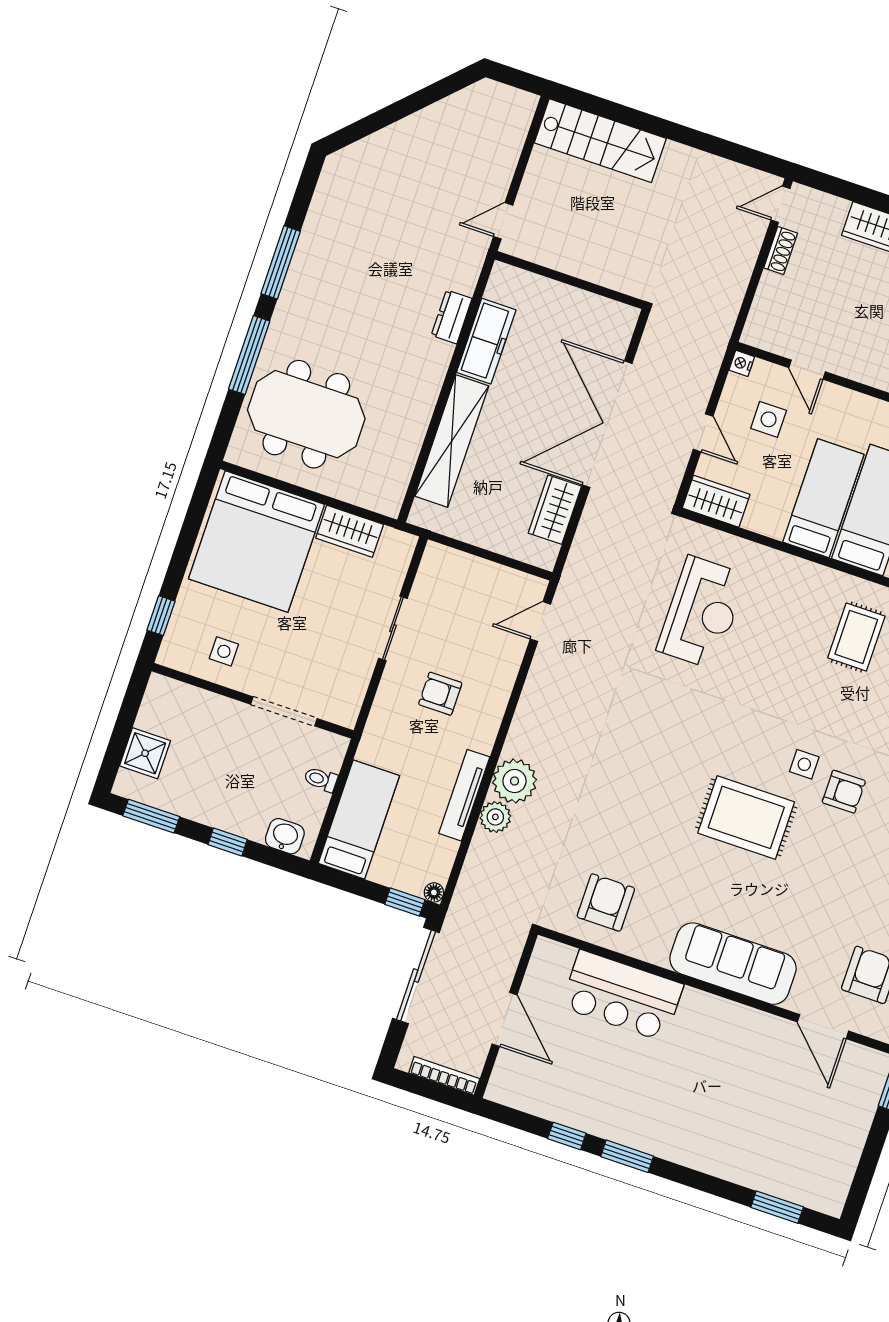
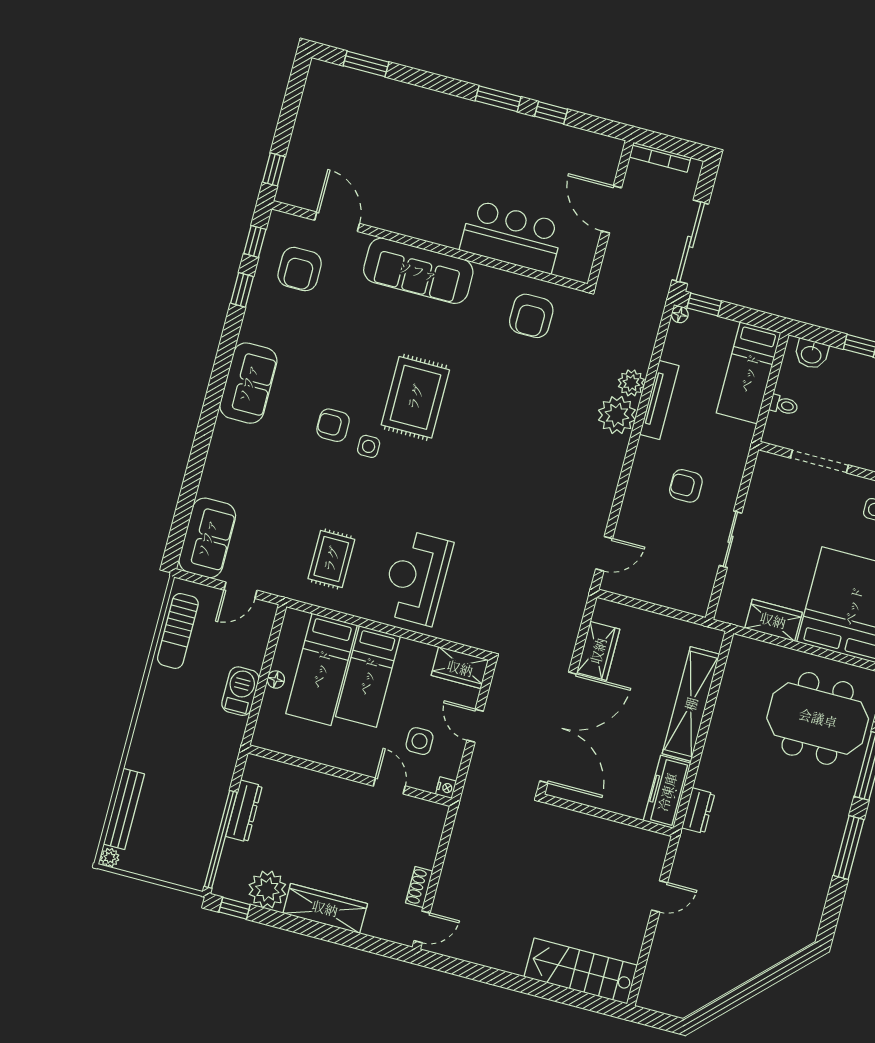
wall: (570, 280) -> (608, 815), moved
reception desk: (702, 612) -> (416, 578), moved
armchair: (440, 694) -> (686, 486), turned 180
rug: (746, 817) -> (415, 397), turned 90

